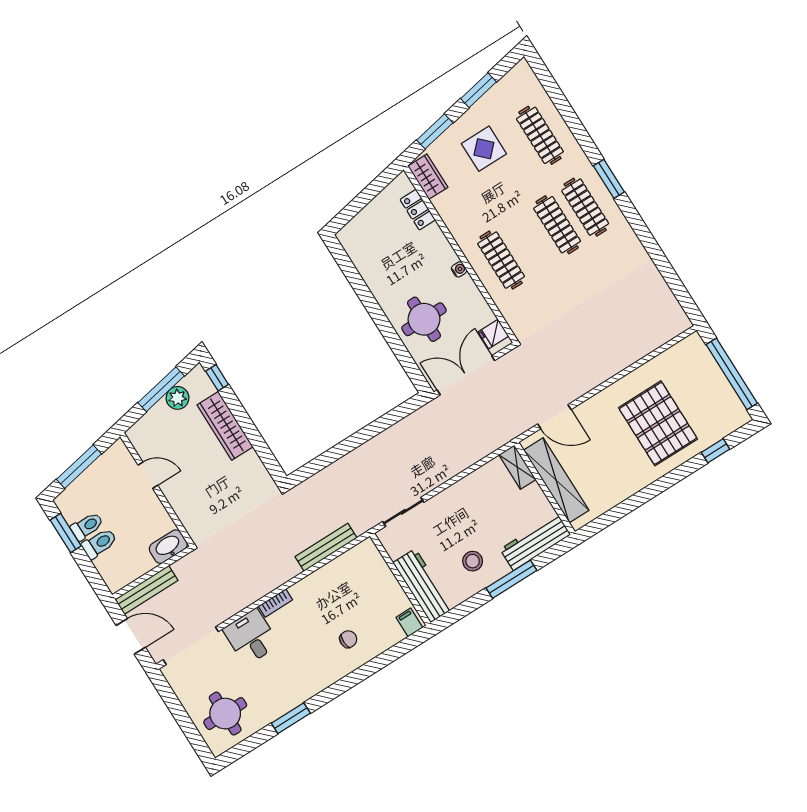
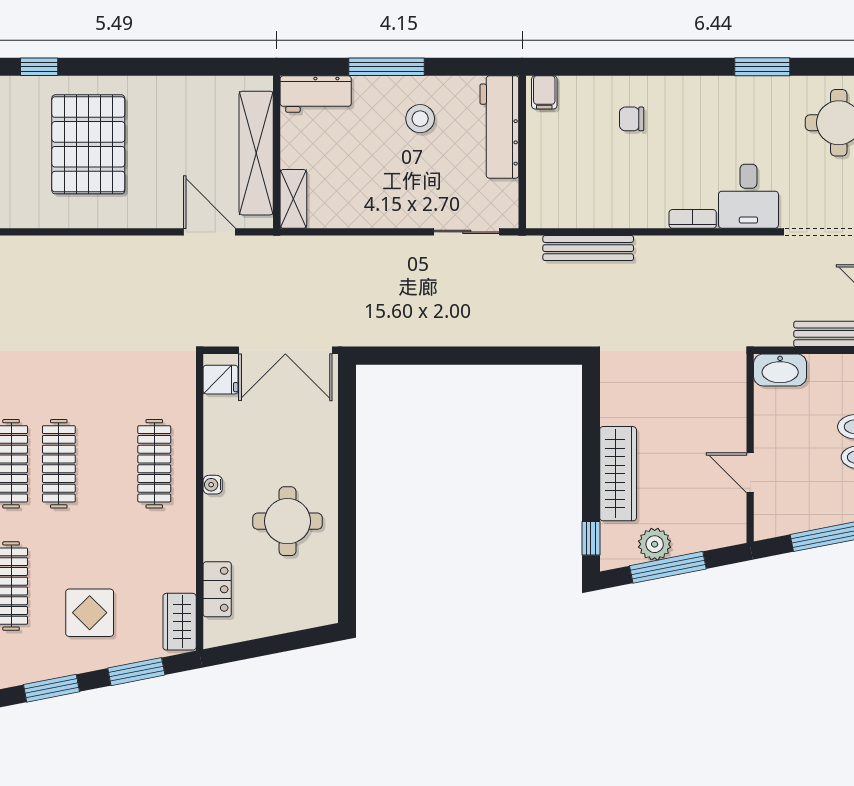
round table: (424, 319) -> (288, 521), moved
workbench: (535, 542) -> (316, 94), width x0.73

